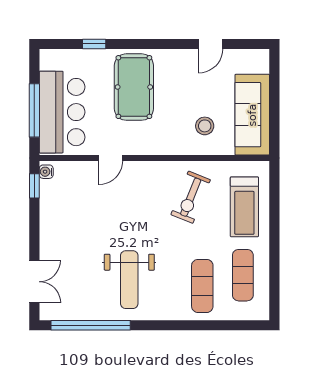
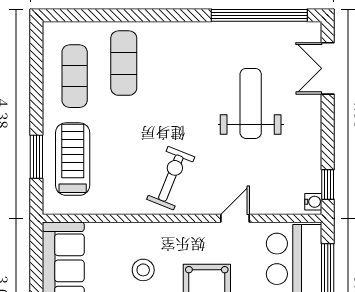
stool: (205, 126) -> (143, 270), moved
exercise bike: (191, 197) -> (171, 178), moved
window: (274, 209) -> (36, 157), added
weight bench: (129, 280) -> (251, 103), moved

